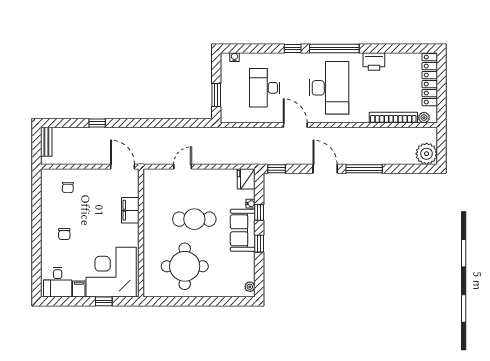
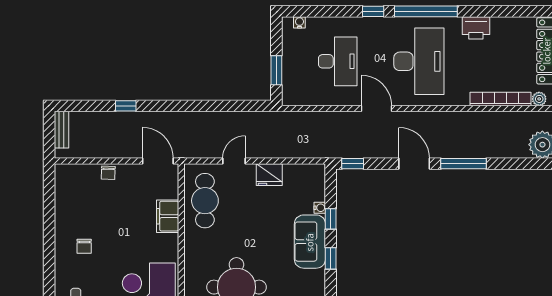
desk: (265, 88) -> (338, 61), turned 180
fridge: (246, 179) -> (269, 175), moved, turned -90
chair: (68, 187) -> (108, 173), moved
cafe table: (194, 219) -> (205, 201), moved, turned 90

